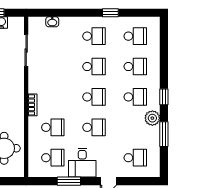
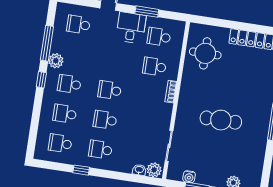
plant: (37, 24) -> (154, 170), added
school desk: (94, 127) -> (114, 60), removed
window: (164, 134) -> (47, 43), width x1.44

